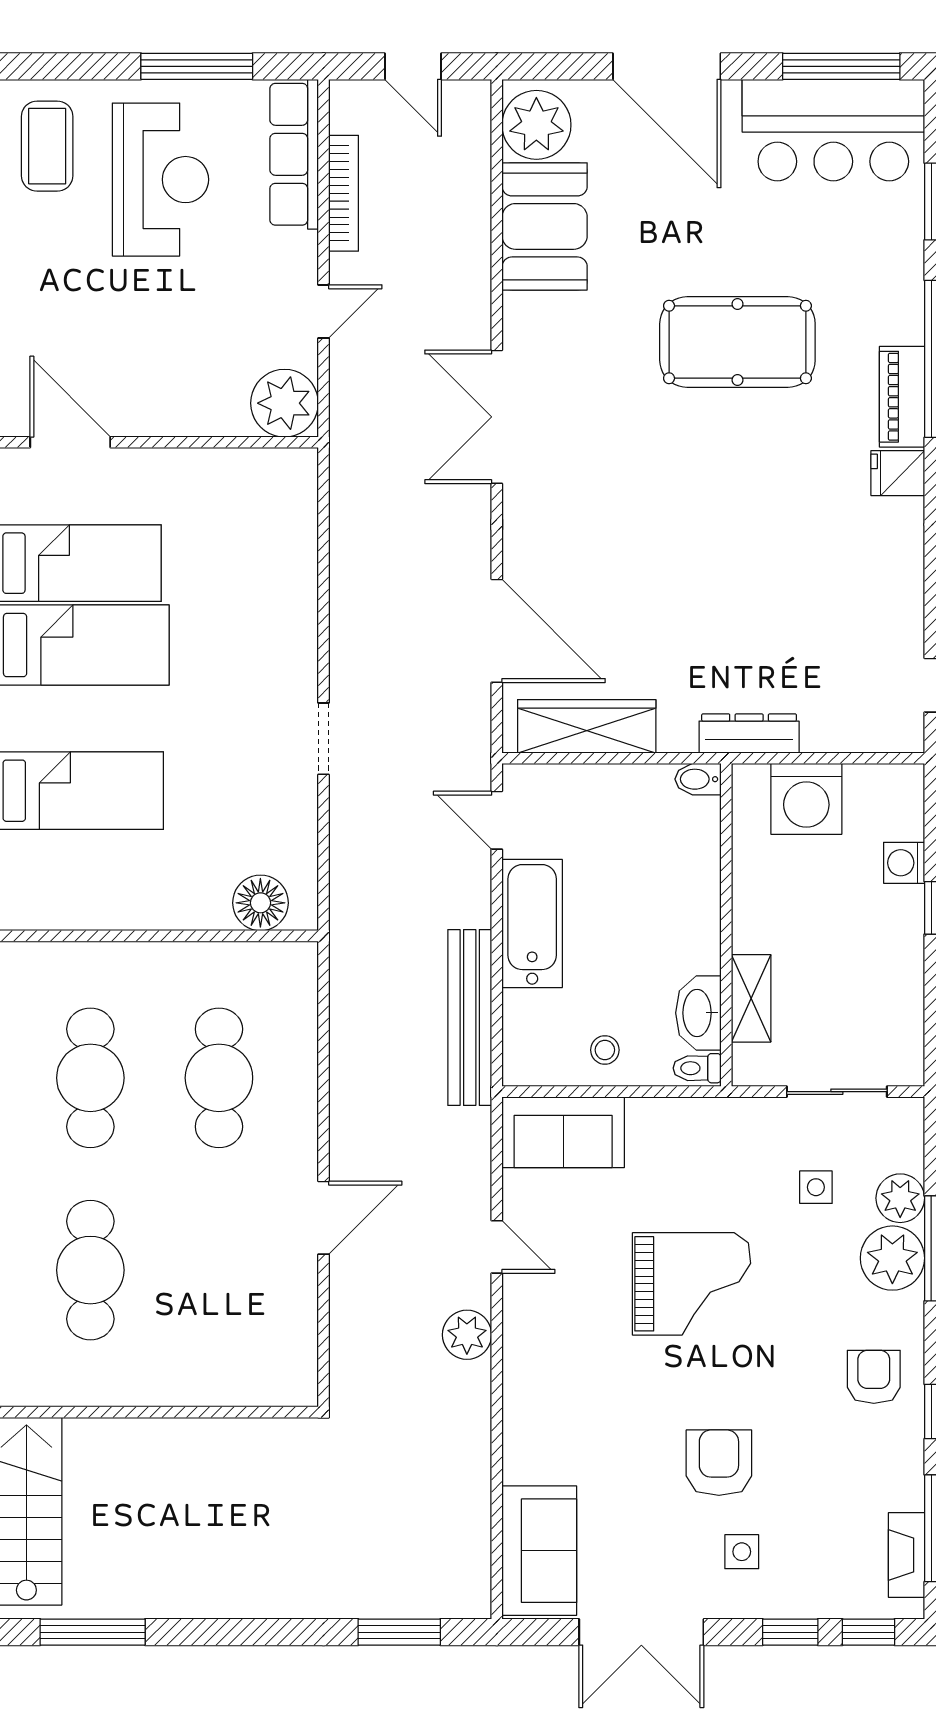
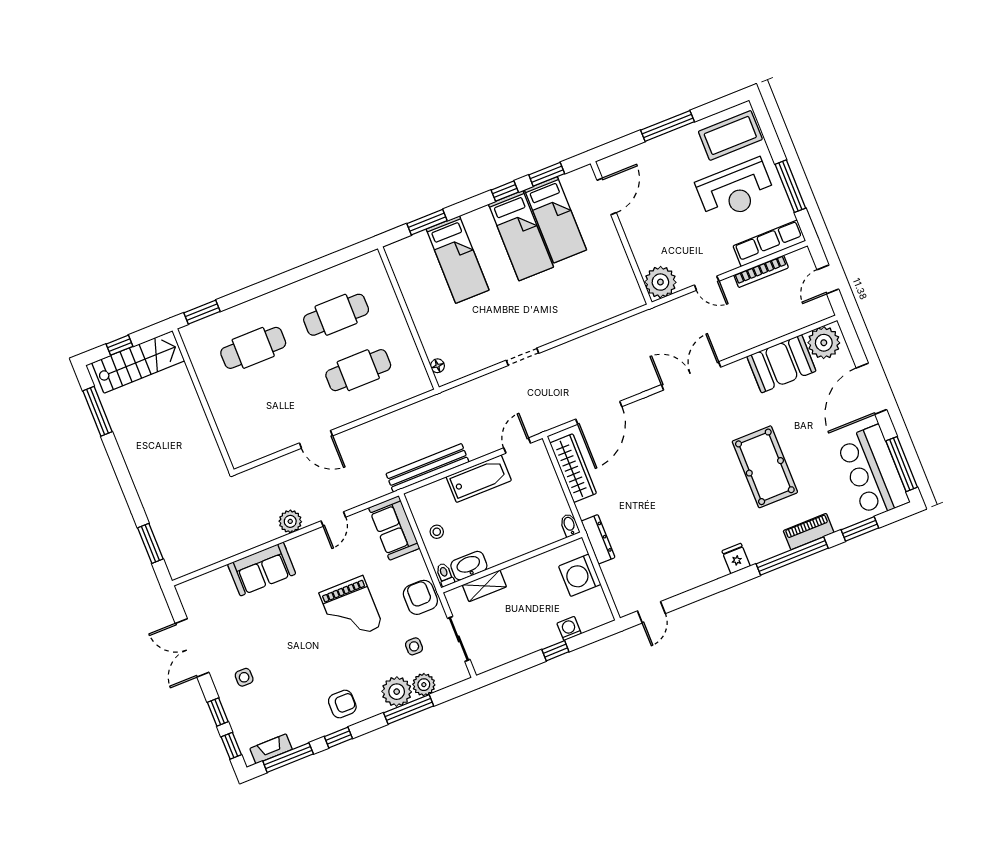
coffee table: (47, 146) -> (730, 135), width x1.36, depth x1.32
piano: (902, 397) -> (809, 532), moved
floor lamp: (260, 903) -> (437, 366), width x0.53, depth x0.53
armchair: (719, 1463) -> (420, 597), moved, turned -90
sofa: (539, 1551) -> (262, 569), moved

